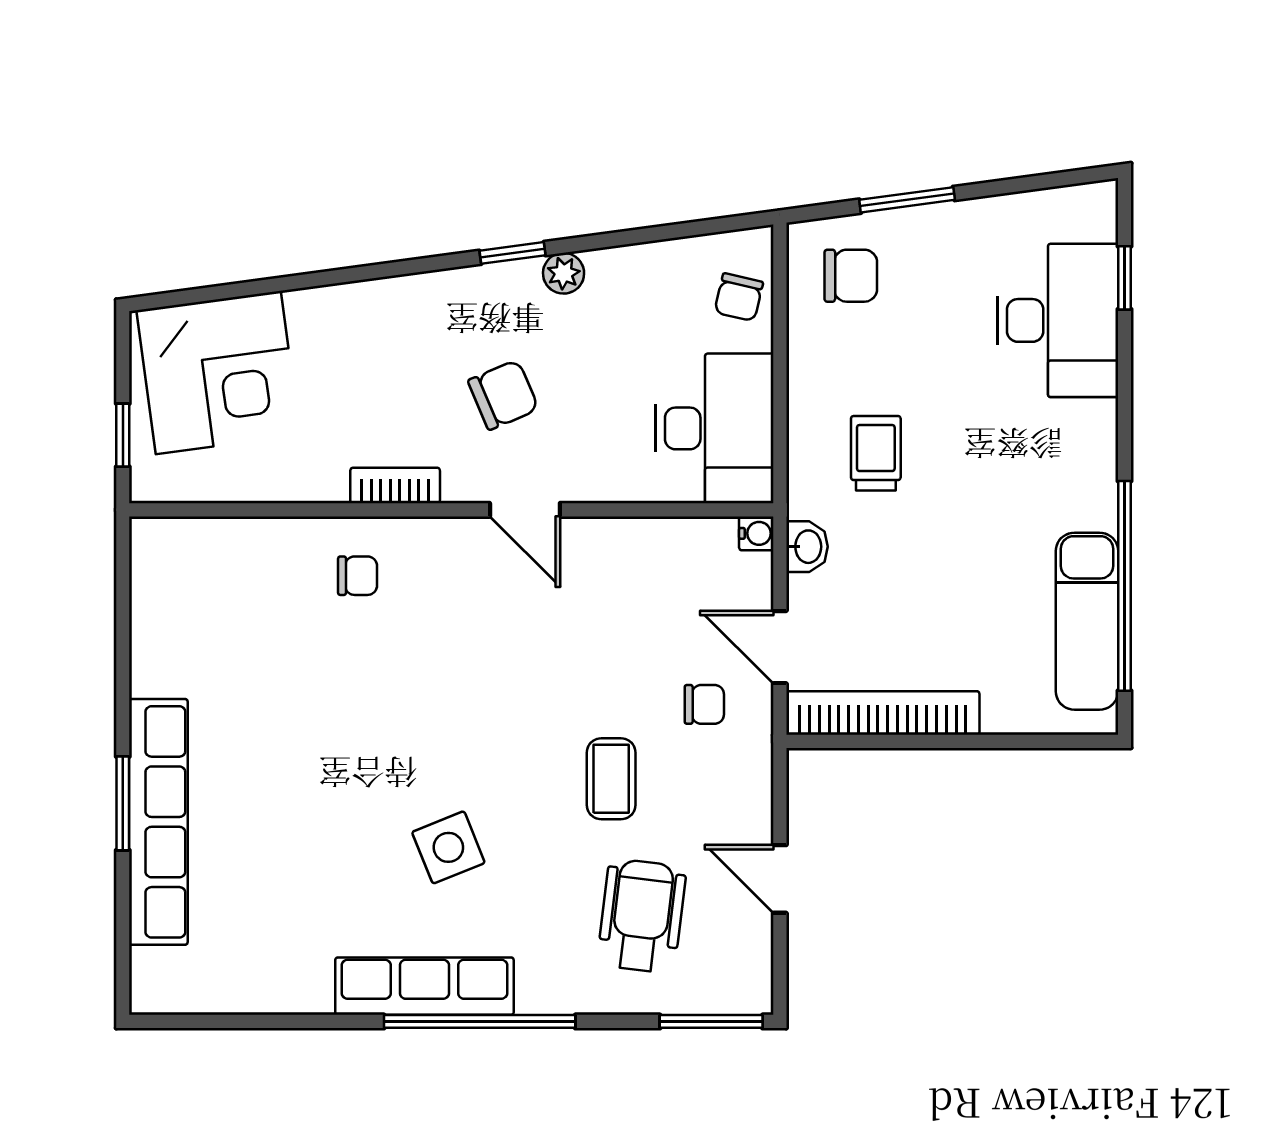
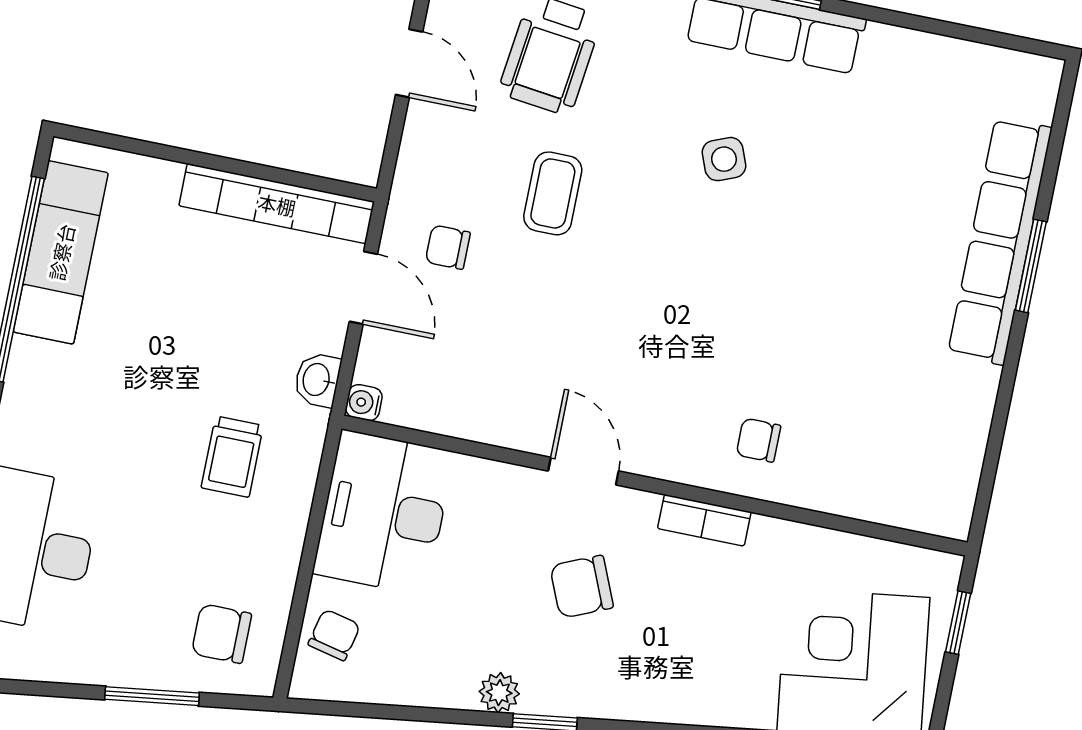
side table: (448, 847) -> (724, 159), width x0.73, depth x0.73

